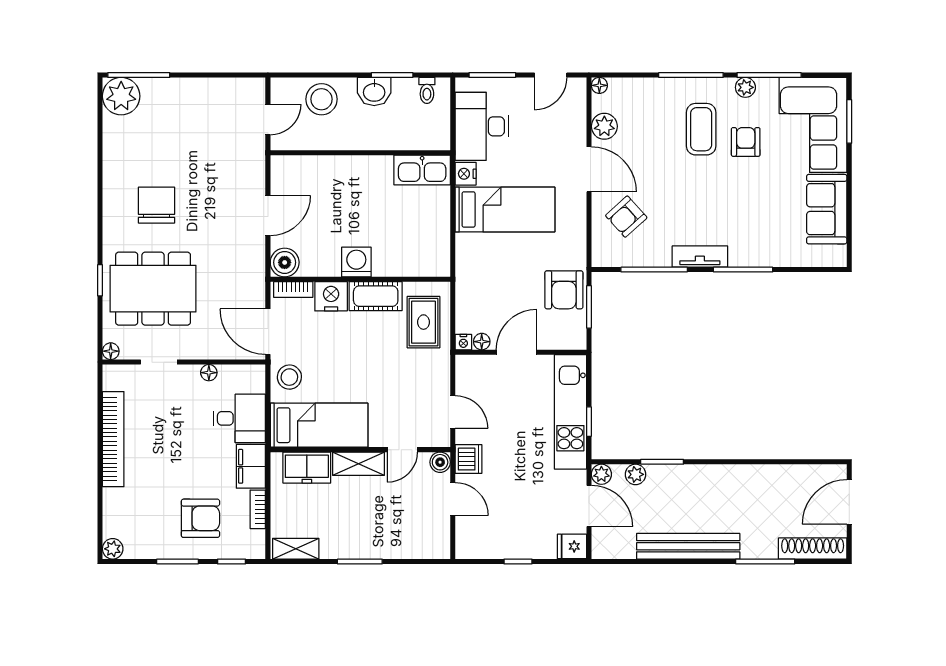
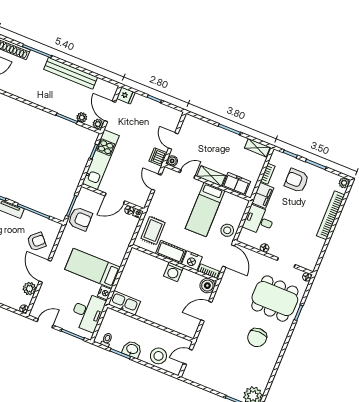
armchair: (564, 290) -> (80, 219), turned 90
bed: (319, 425) -> (205, 210), moved, turned -90
bookcase: (113, 439) -> (331, 215), moved

